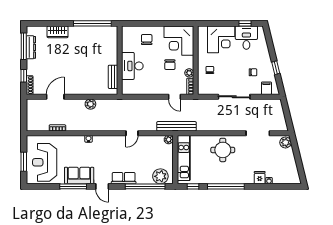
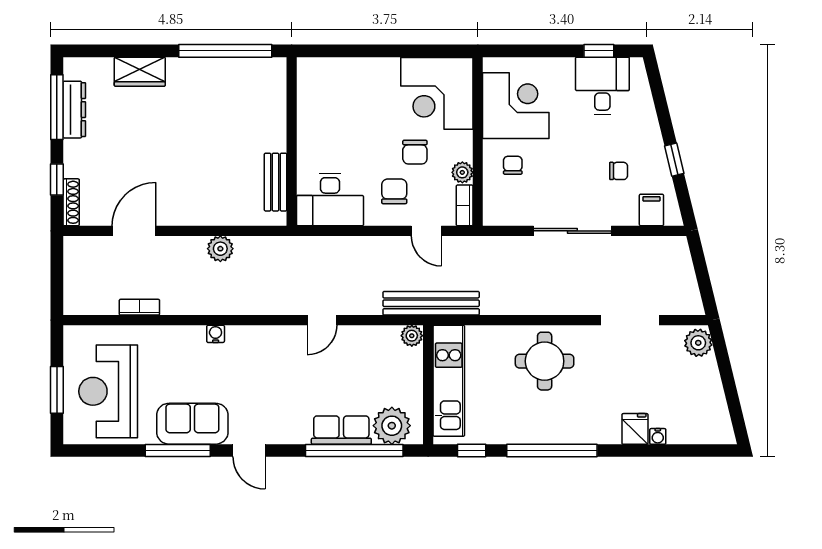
corner desk: (221, 39) -> (516, 106), moved, turned -90
chair: (147, 40) -> (394, 191), moved
desk: (132, 66) -> (330, 200), moved, turned -90
row of seats: (124, 178) -> (341, 430), moved

